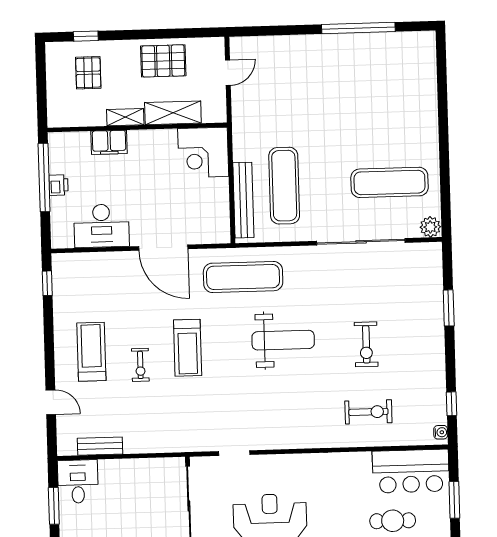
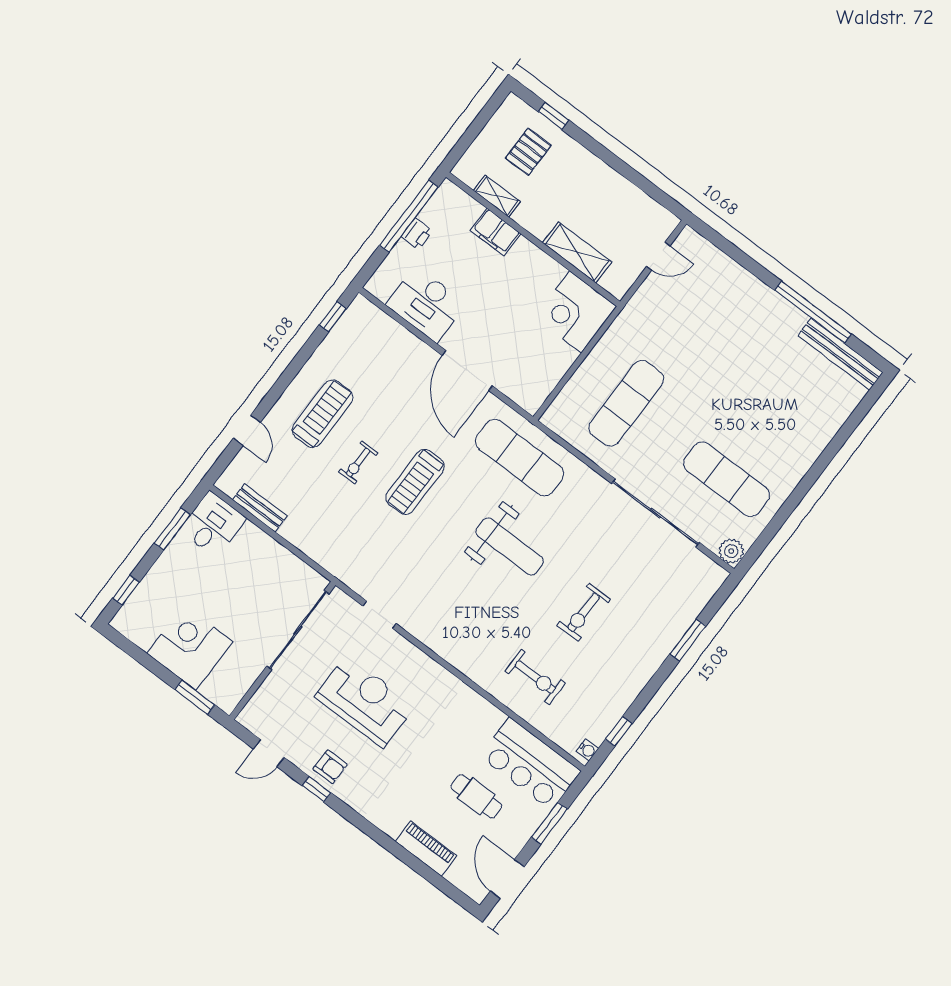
pallet: (163, 61) -> (607, 197), removed
shelving: (125, 117) -> (497, 196), moved
bench: (243, 200) -> (840, 354), moved, turned 90

